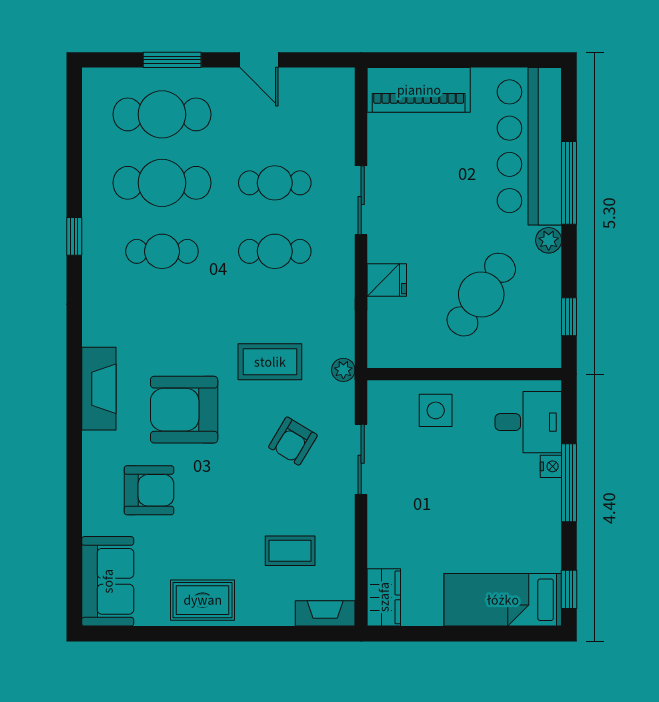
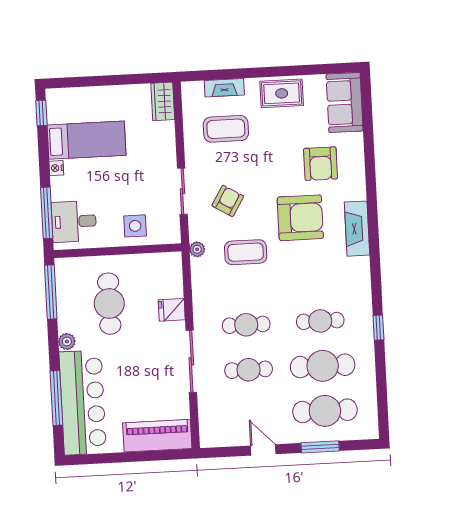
window: (569, 183) -> (56, 398), moved
sliding door: (361, 200) -> (191, 361), width x1.37
cafe table: (481, 295) -> (109, 304), turned -35
window: (569, 317) -> (51, 292), width x2.17
nightstand: (551, 466) -> (56, 168), moved
window: (569, 483) -> (47, 213), moved
armchair: (149, 490) -> (321, 164), turned -90
coffee table: (290, 551) -> (226, 129), width x1.36, depth x1.30
bed: (503, 600) -> (86, 140), moved
fireplace: (325, 613) -> (224, 88), moved

